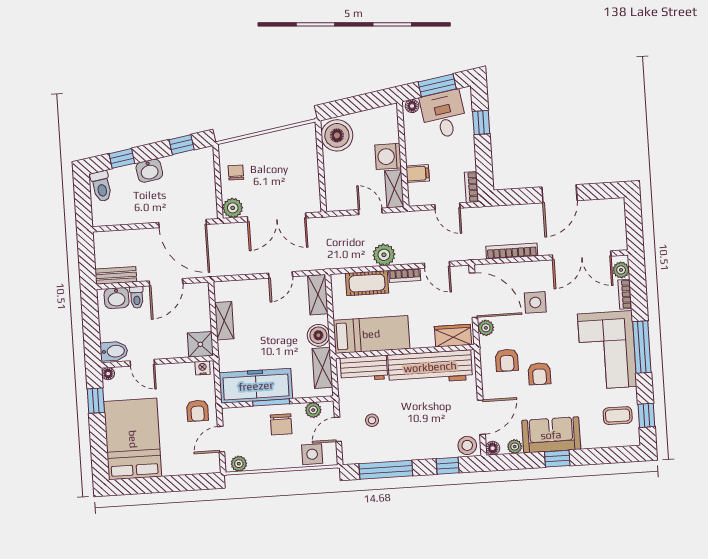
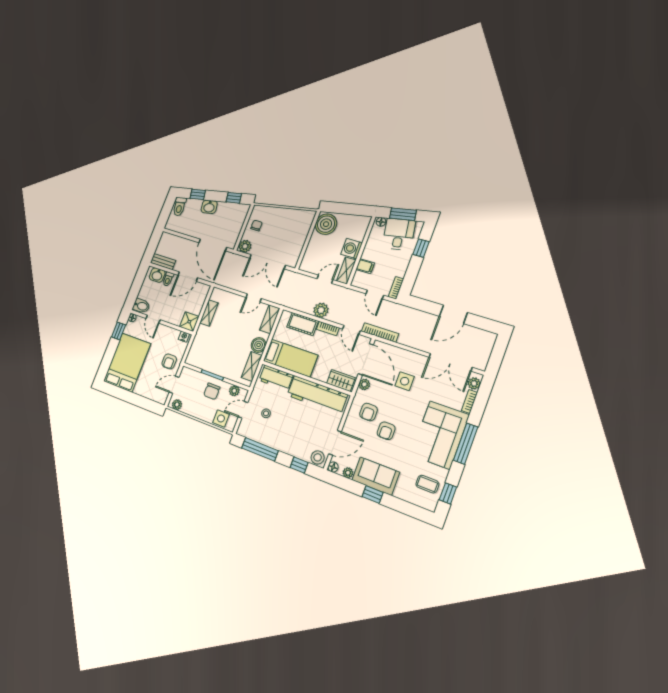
door: (370, 211) -> (325, 279), hinge flipped
bookcase: (512, 251) -> (380, 333), moved
freezer: (256, 386) -> (208, 361), removed

